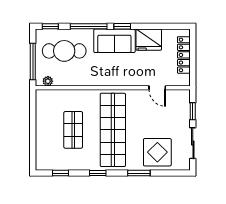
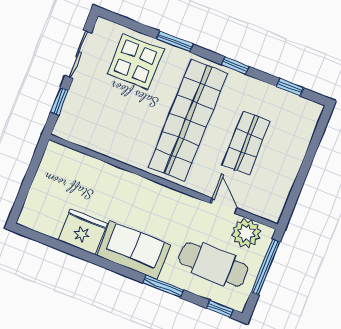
window: (89, 26) -> (163, 286), width x0.69
window: (122, 26) -> (114, 267), removed
locker: (184, 55) -> (40, 189), removed
plant: (48, 81) -> (246, 233), width x1.88, depth x1.88
door: (157, 88) -> (224, 206), moved

